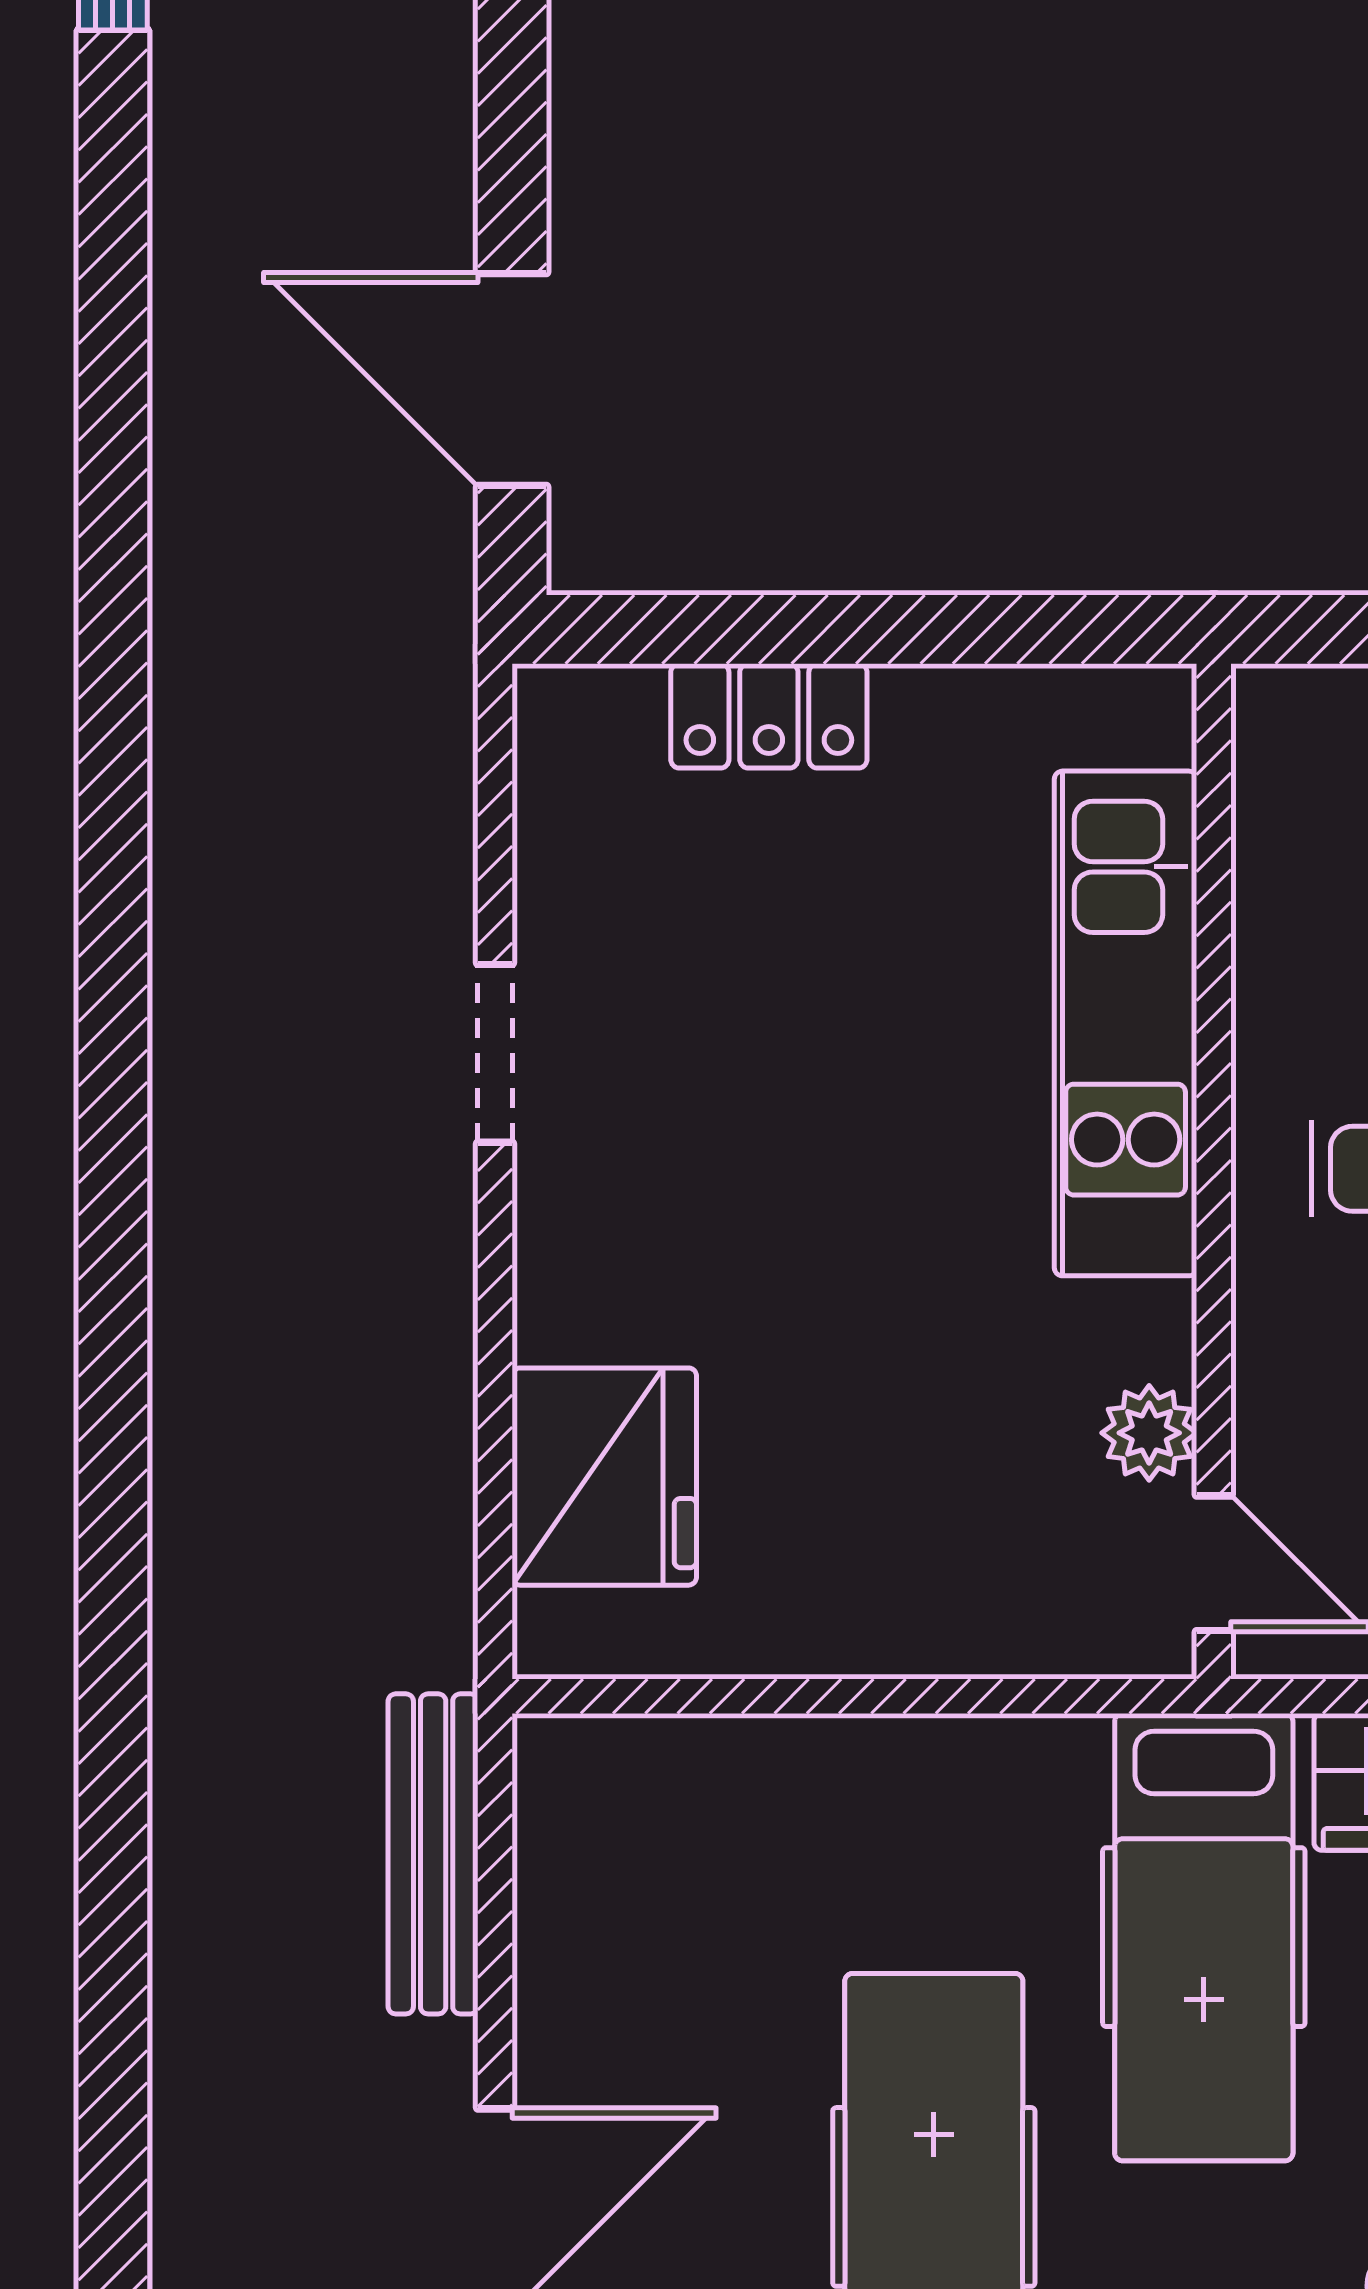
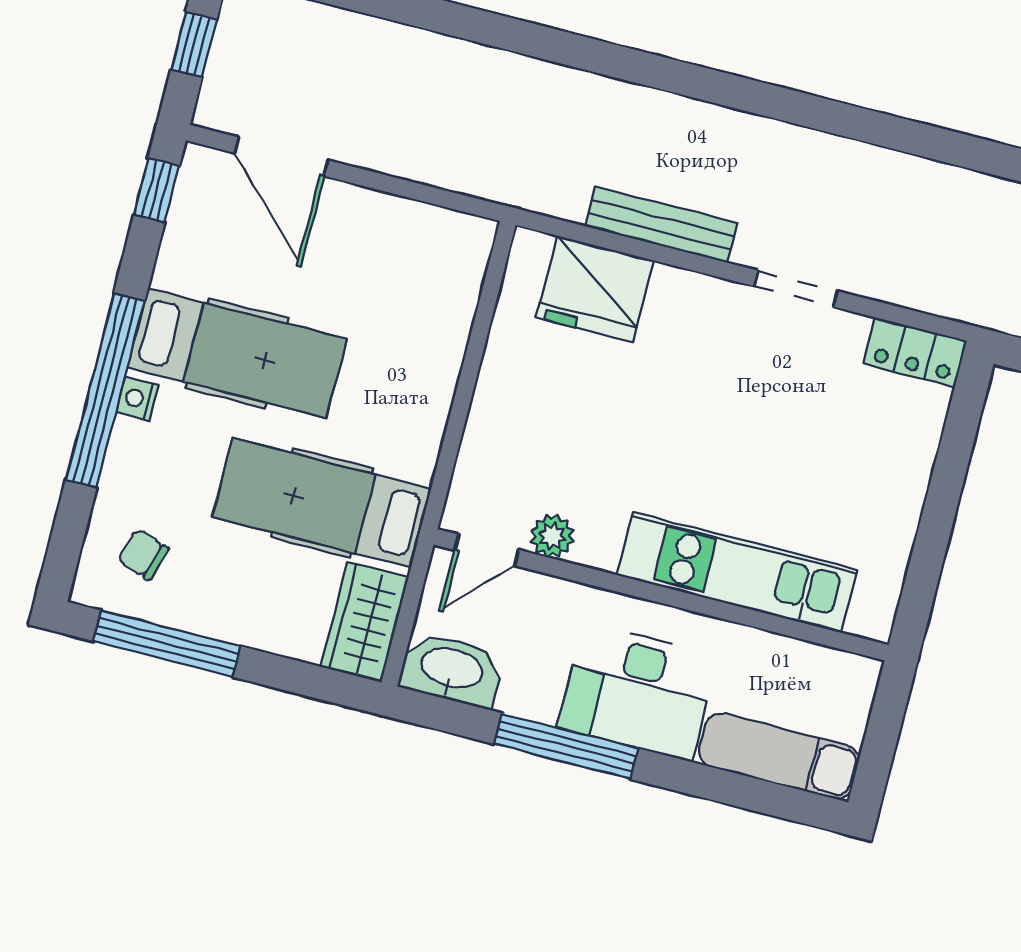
locker: (769, 716) -> (915, 352), moved, turned -90
bench: (433, 1854) -> (661, 225), moved

